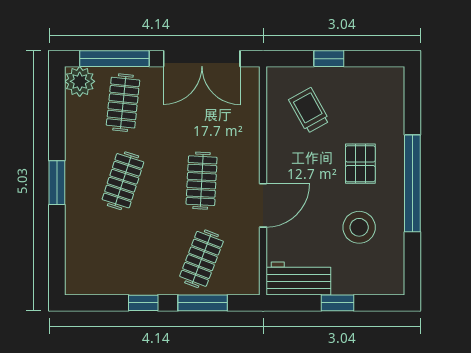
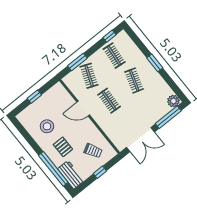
double door: (202, 59) -> (140, 140), swing flipped
clothes rail: (123, 103) -> (114, 56), moved
window: (412, 183) -> (53, 169), moved
door: (263, 205) -> (83, 109), hinge flipped
workbench: (298, 279) -> (71, 175), moved, turned -90
window: (143, 303) -> (109, 36), moved

